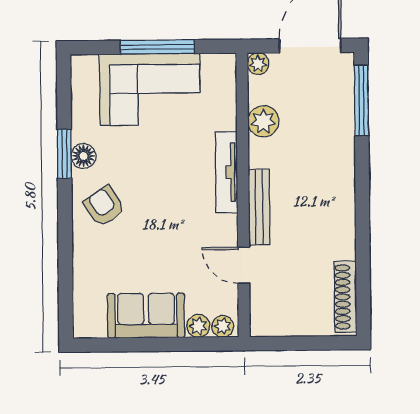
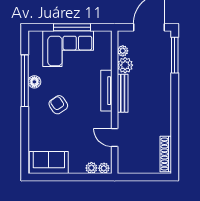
plant: (258, 64) -> (123, 51), moved
window: (64, 154) -> (25, 81), width x2.11
armchair: (104, 206) -> (58, 105), moved
bench: (259, 207) -> (123, 93), moved
sofa: (146, 316) -> (49, 163), moved

